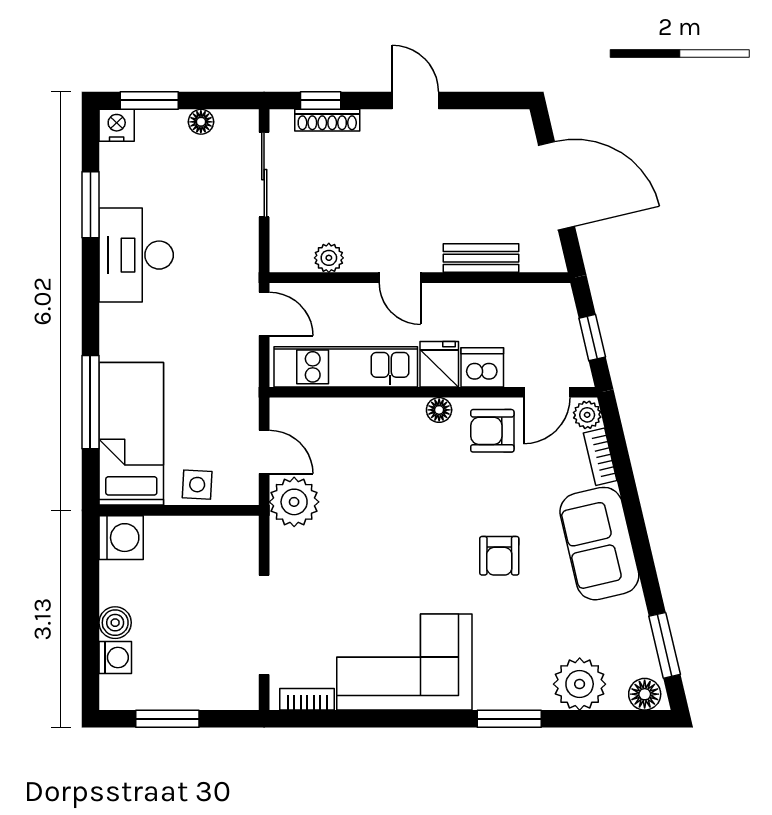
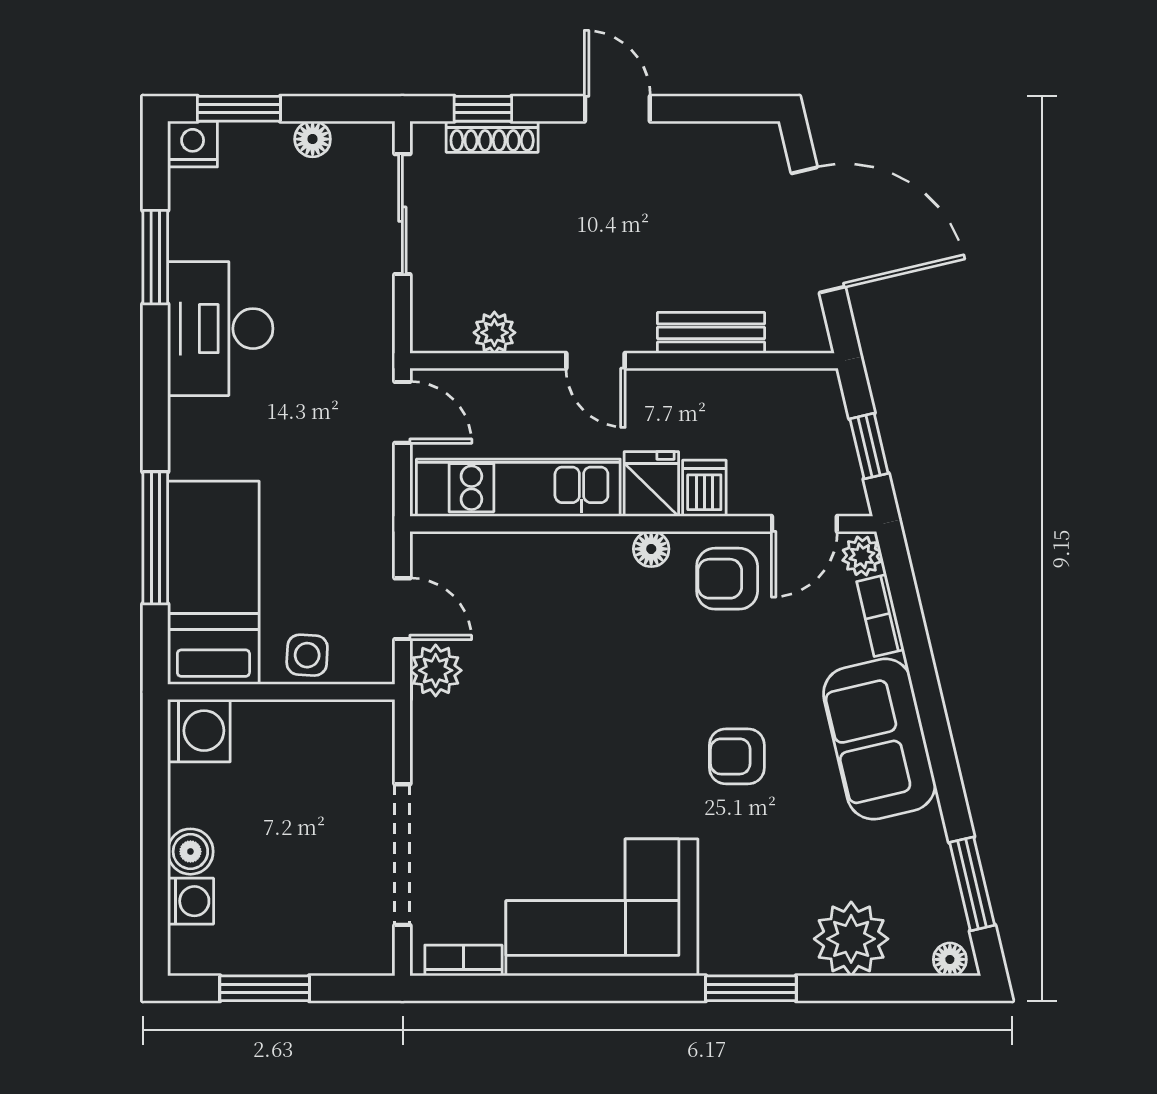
dishwasher: (482, 367) -> (704, 488), width x0.73
plant: (294, 502) -> (436, 670), width x0.73, depth x0.73
armchair: (499, 556) -> (737, 756), turned 90
floor lamp: (645, 694) -> (950, 959), width x0.73, depth x0.73

